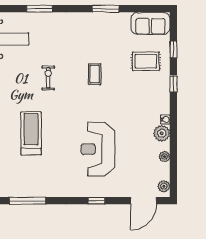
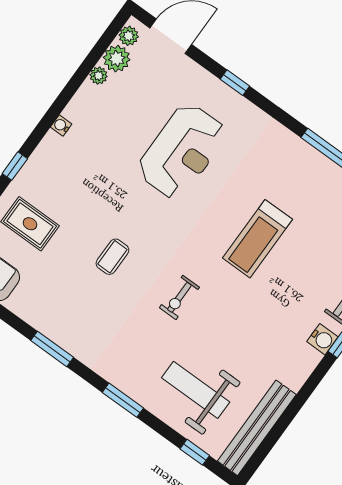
window: (106, 9) -> (52, 349), moved
plant: (162, 133) -> (117, 59), moved

